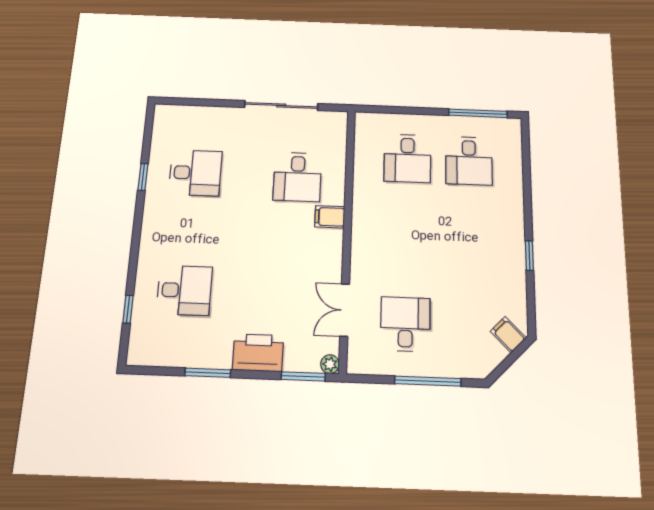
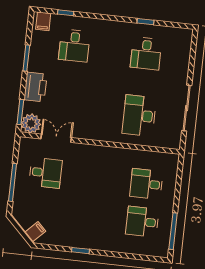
desk: (297, 177) -> (139, 116), width x1.37
filing cabinet: (330, 217) -> (43, 21), moved, turned 180
plant: (330, 364) -> (31, 123), width x1.88, depth x1.88

